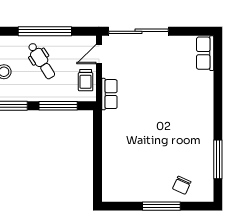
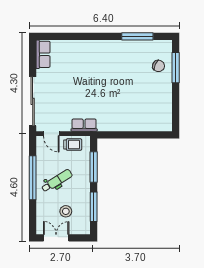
row of seats: (205, 53) -> (43, 54), moved, turned -90
window: (161, 206) -> (176, 68), moved

